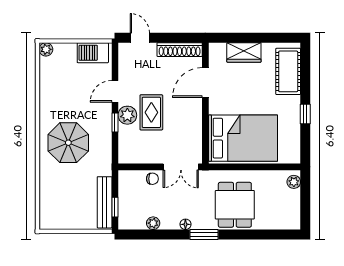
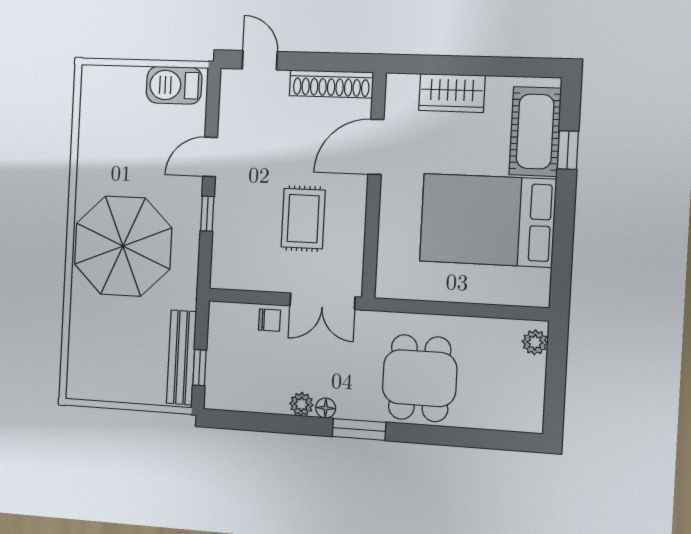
plant: (46, 49) -> (92, 77), removed
rug: (151, 112) -> (303, 219), moved
window: (305, 114) -> (568, 150), moved
plant: (127, 115) -> (230, 201), removed
bed: (243, 138) -> (488, 220), moved, turned 180
parasol: (68, 143) -> (123, 246), width x1.36, depth x1.36
plant: (153, 223) -> (302, 404), moved

